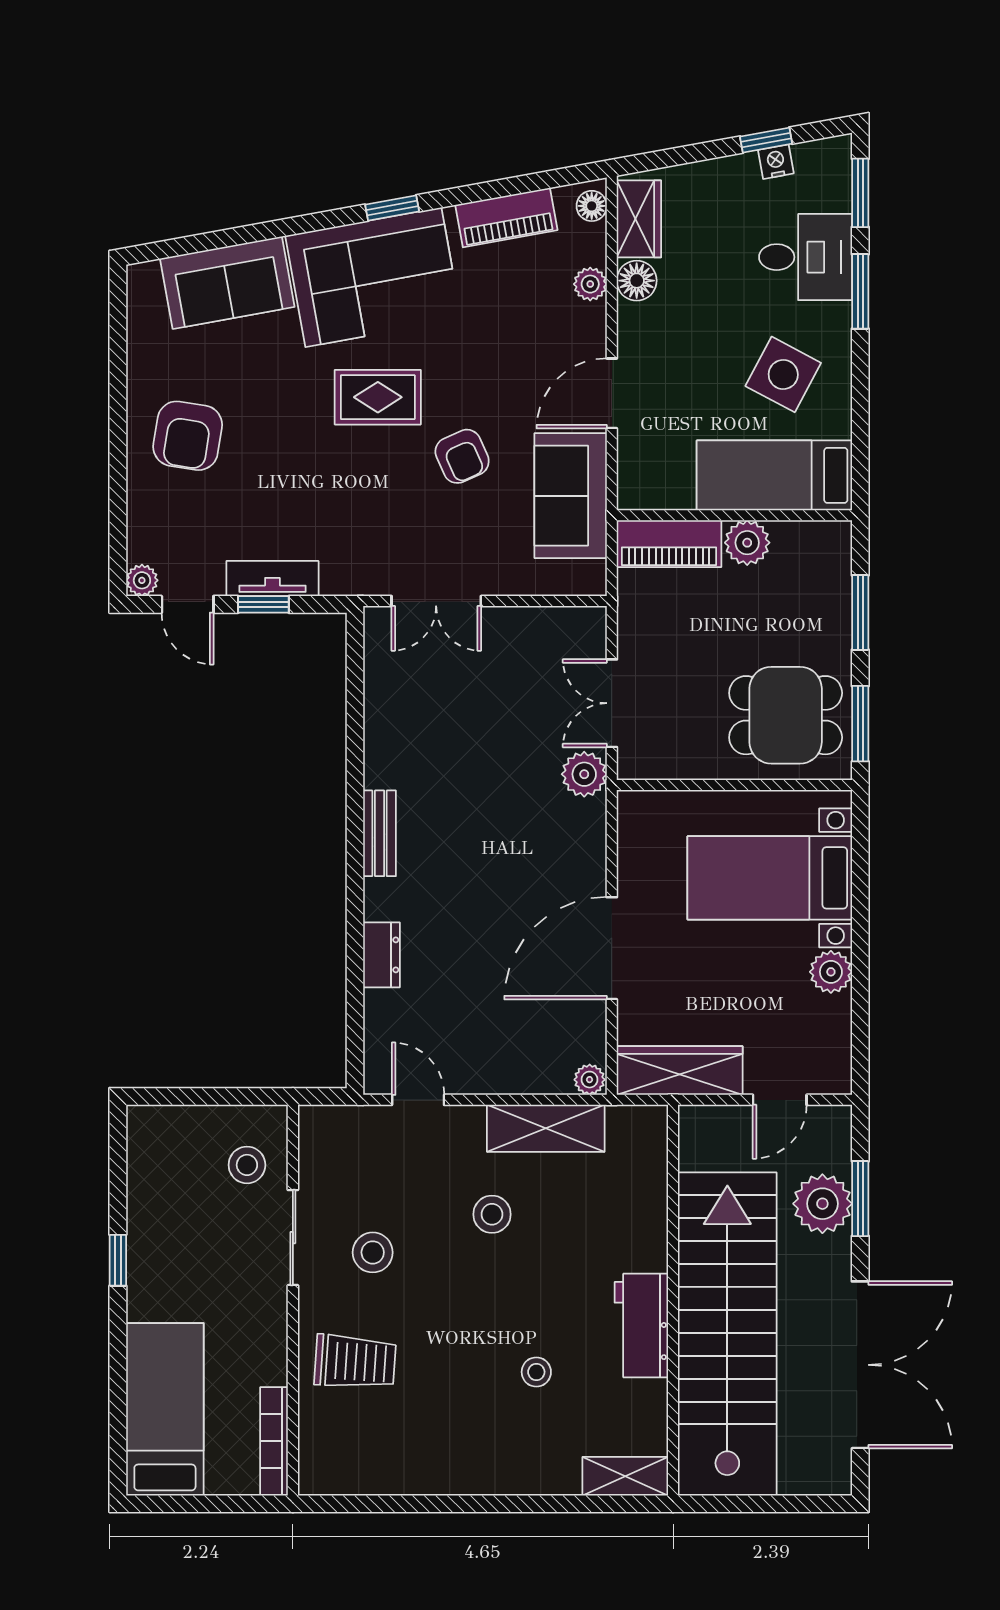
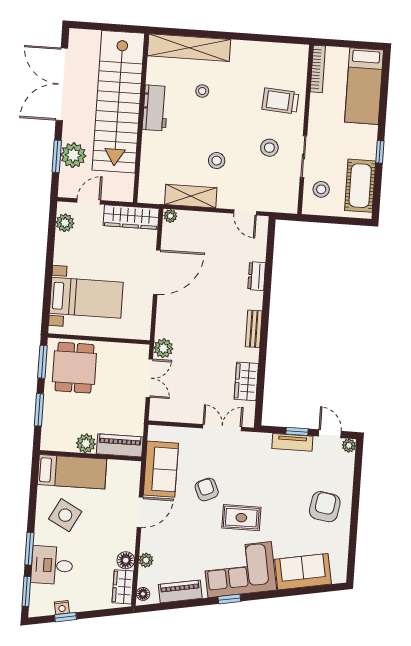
wardrobe: (388, 711) -> (246, 381), added
dining table: (786, 715) -> (74, 368), turned 90
plant: (831, 972) -> (65, 223), moved
cot: (158, 1180) -> (360, 186), added
shelving: (625, 1476) -> (189, 48), width x2.20, depth x1.33

